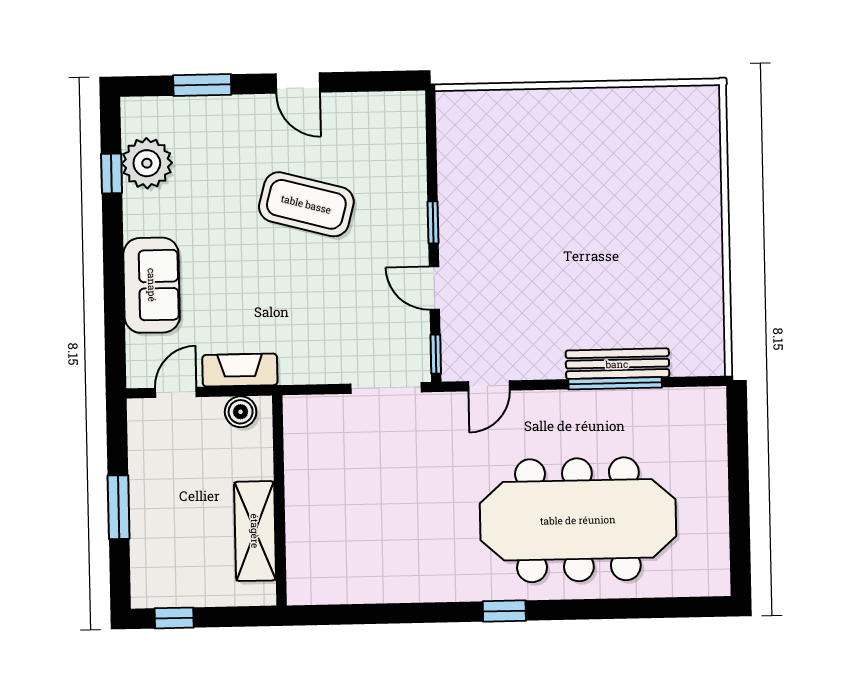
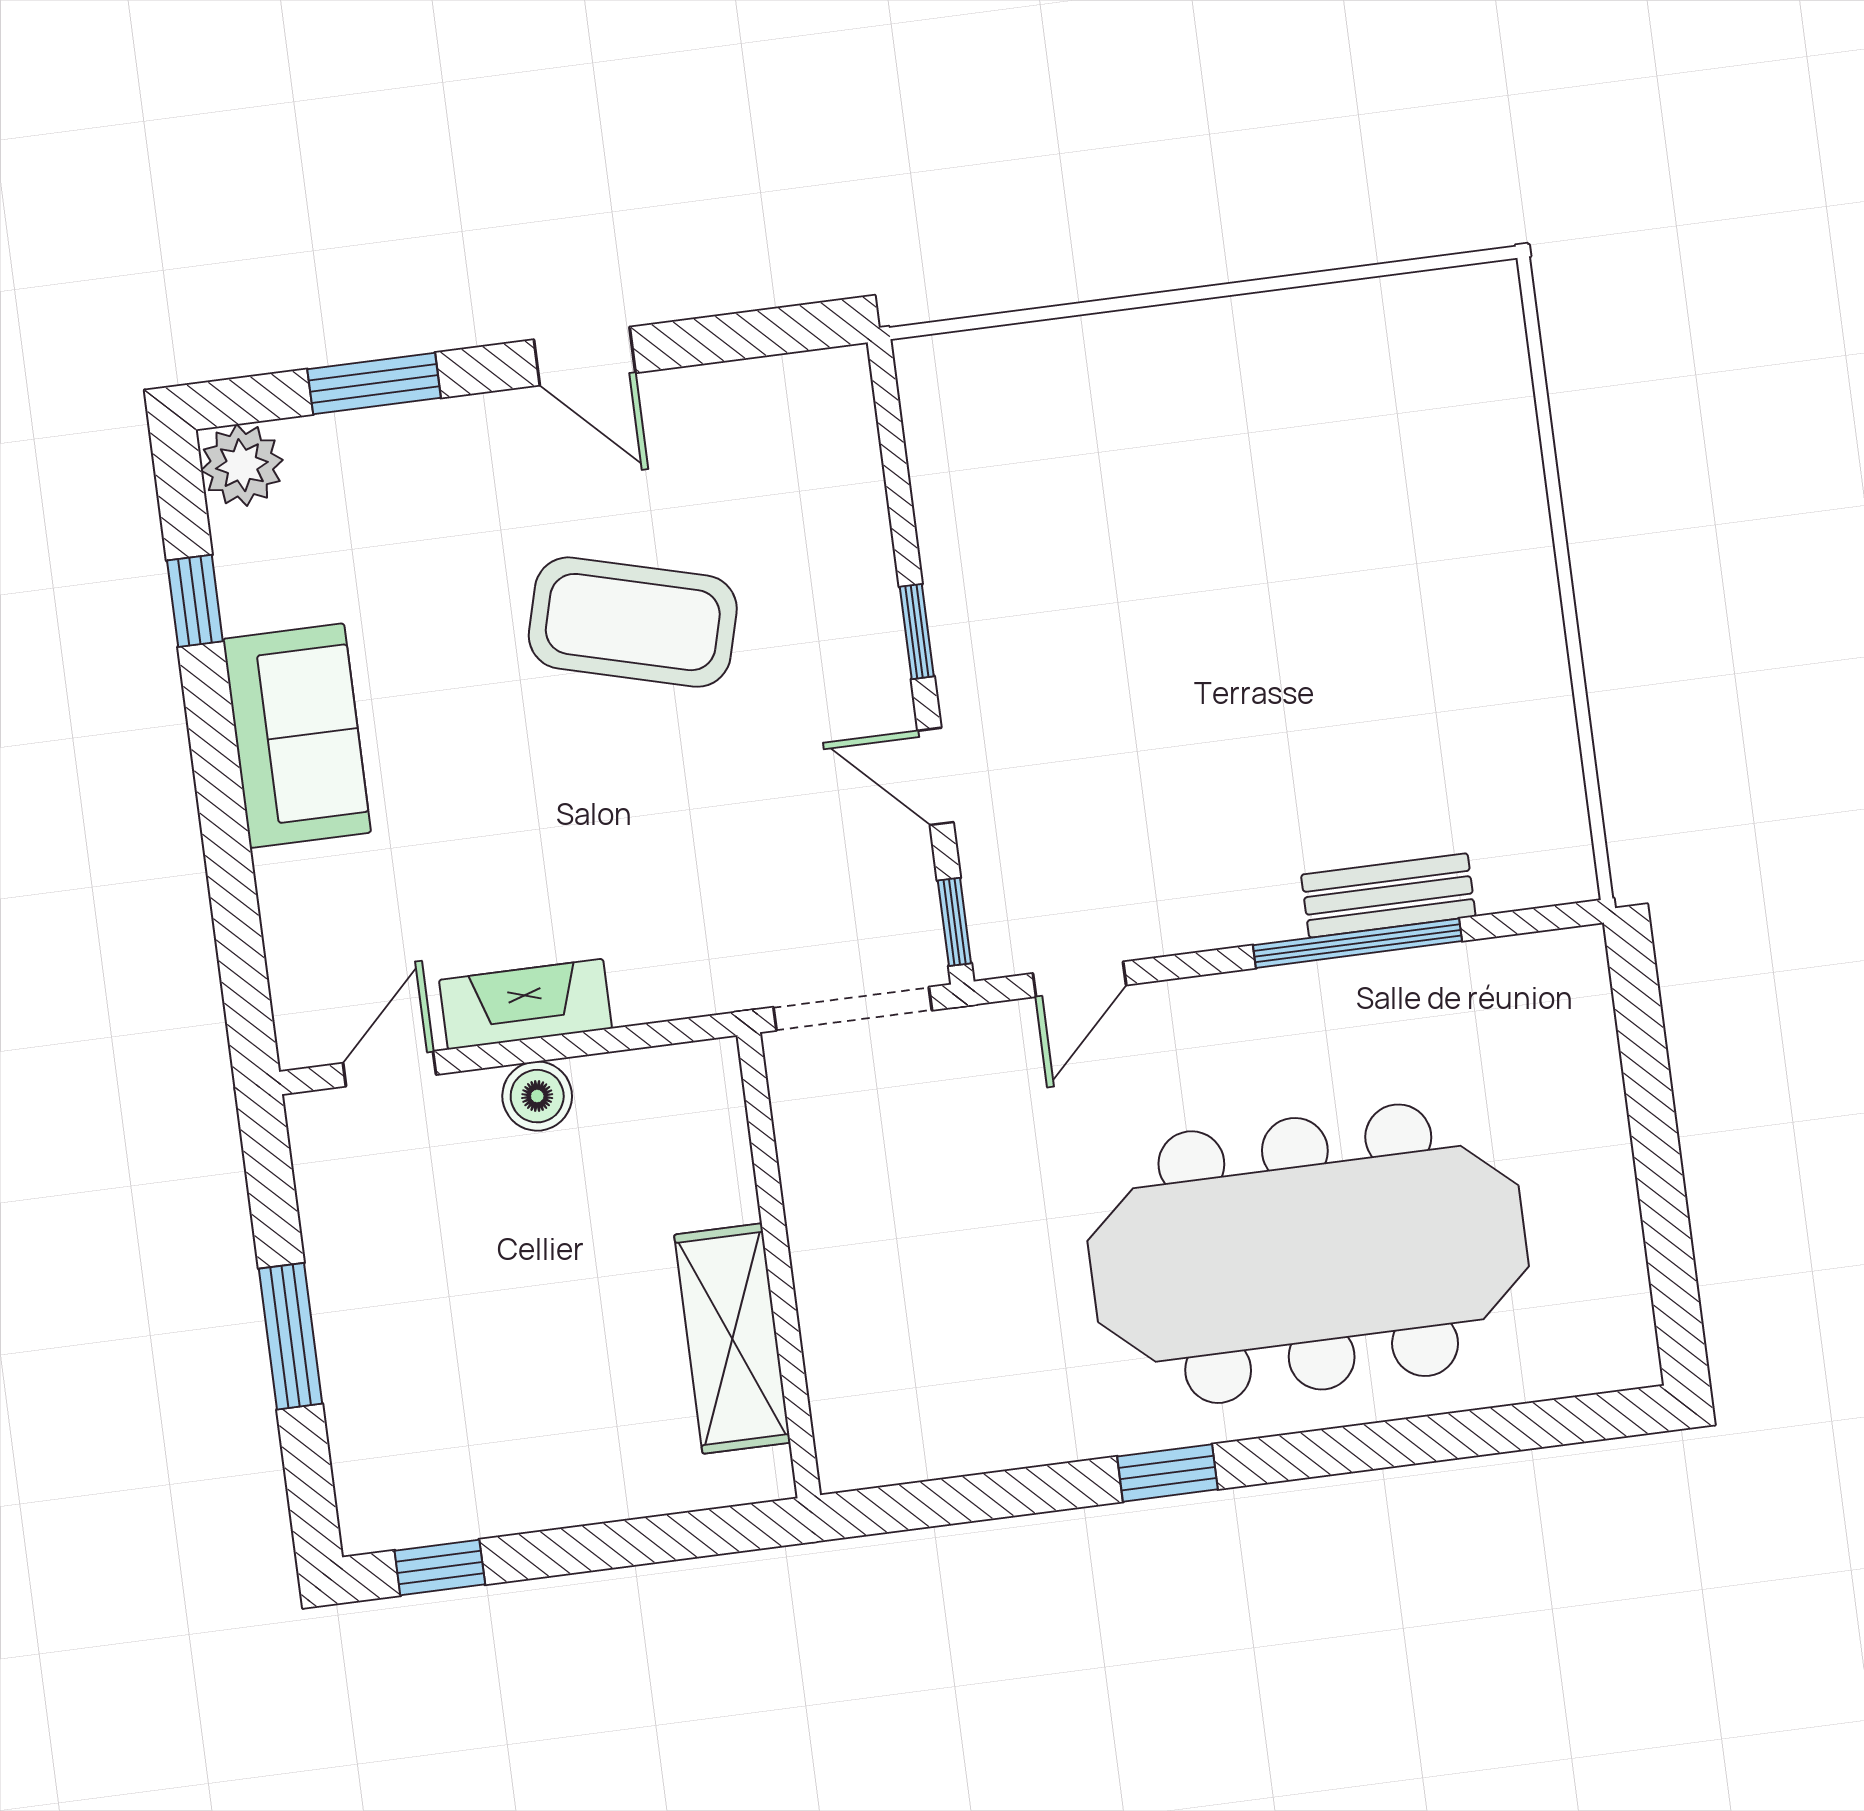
plant: (147, 163) -> (242, 465), moved, width x0.73, depth x0.73
sofa: (152, 285) -> (297, 736), moved
bench: (617, 364) -> (1388, 895), width x0.73
wall: (279, 500) -> (779, 1265), moved
shelving: (255, 531) -> (732, 1339), moved

